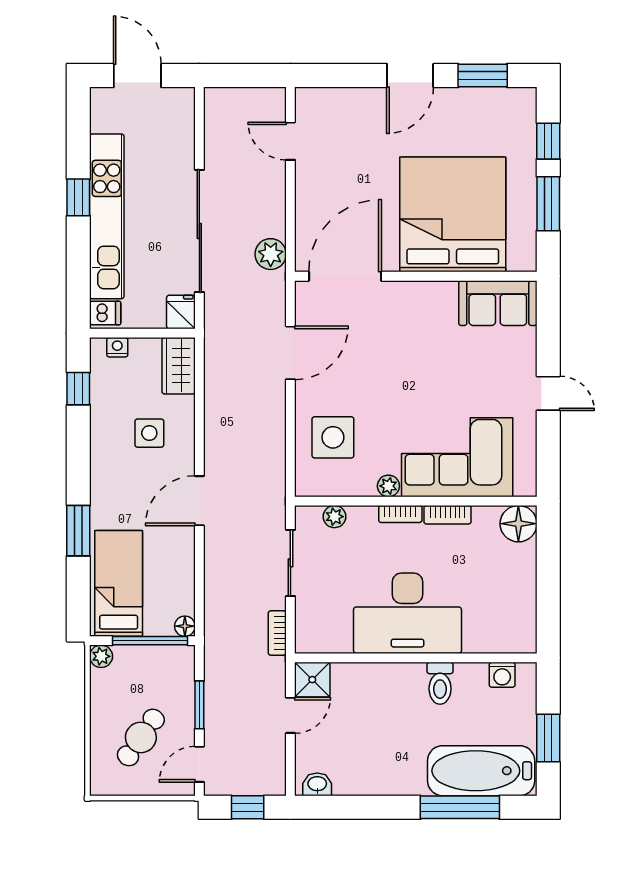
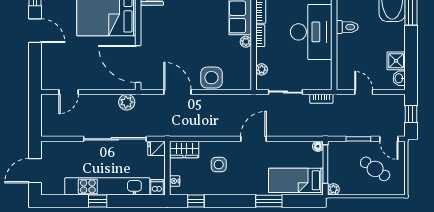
side table: (333, 437) -> (211, 78), moved
door: (199, 501) -> (253, 139), swing flipped
shower: (312, 680) -> (396, 61), moved
toilet: (440, 683) -> (347, 27), moved

